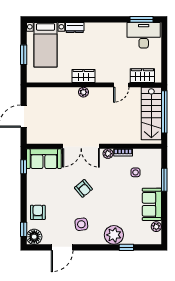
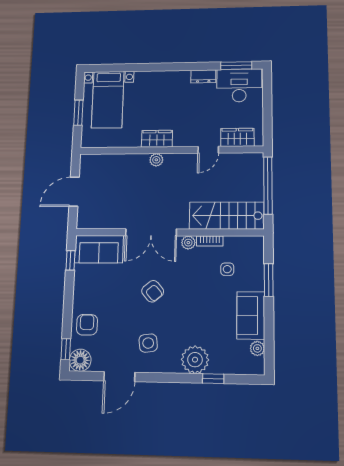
dresser: (75, 27) -> (203, 76), moved
stairs: (151, 114) -> (227, 216), moved, turned 90

